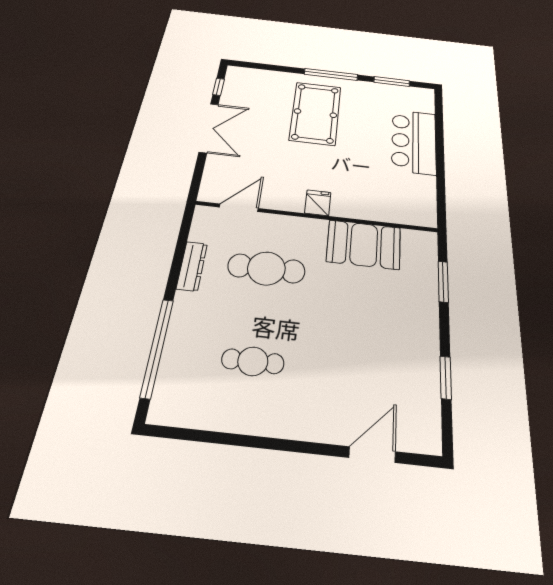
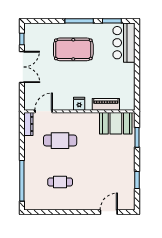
pool table: (315, 113) -> (73, 49), turned 90
bar counter: (414, 142) -> (124, 43), moved
piano: (375, 210) -> (106, 104), added
booth: (364, 245) -> (116, 123), moved
dresser: (192, 266) -> (28, 124), moved

